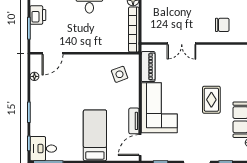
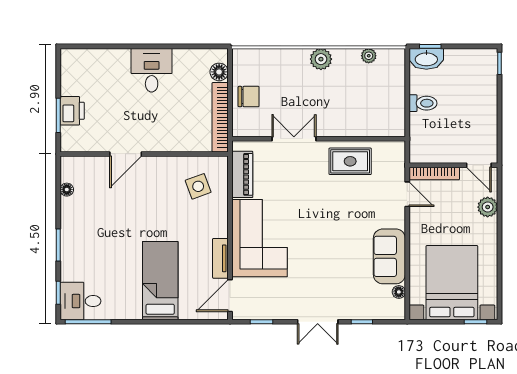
printer: (38, 15) -> (72, 111), moved
chair: (222, 25) -> (249, 97), moved
double door: (182, 43) -> (294, 139), swing flipped
door: (52, 53) -> (126, 154), moved
rug: (211, 100) -> (350, 161), moved, turned 90

